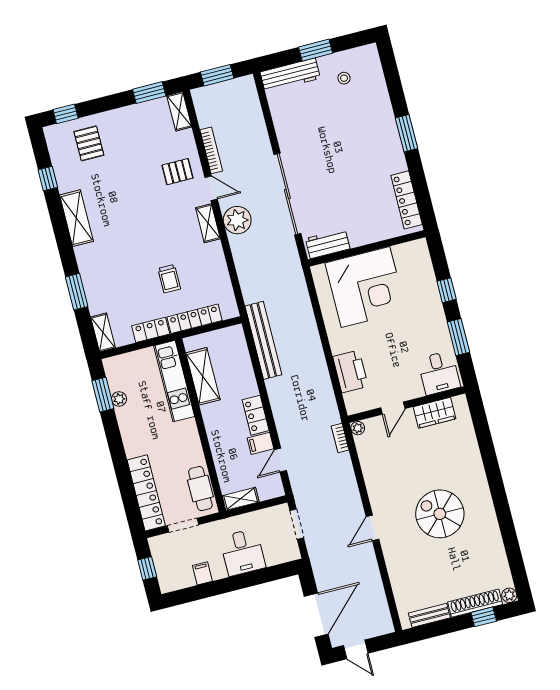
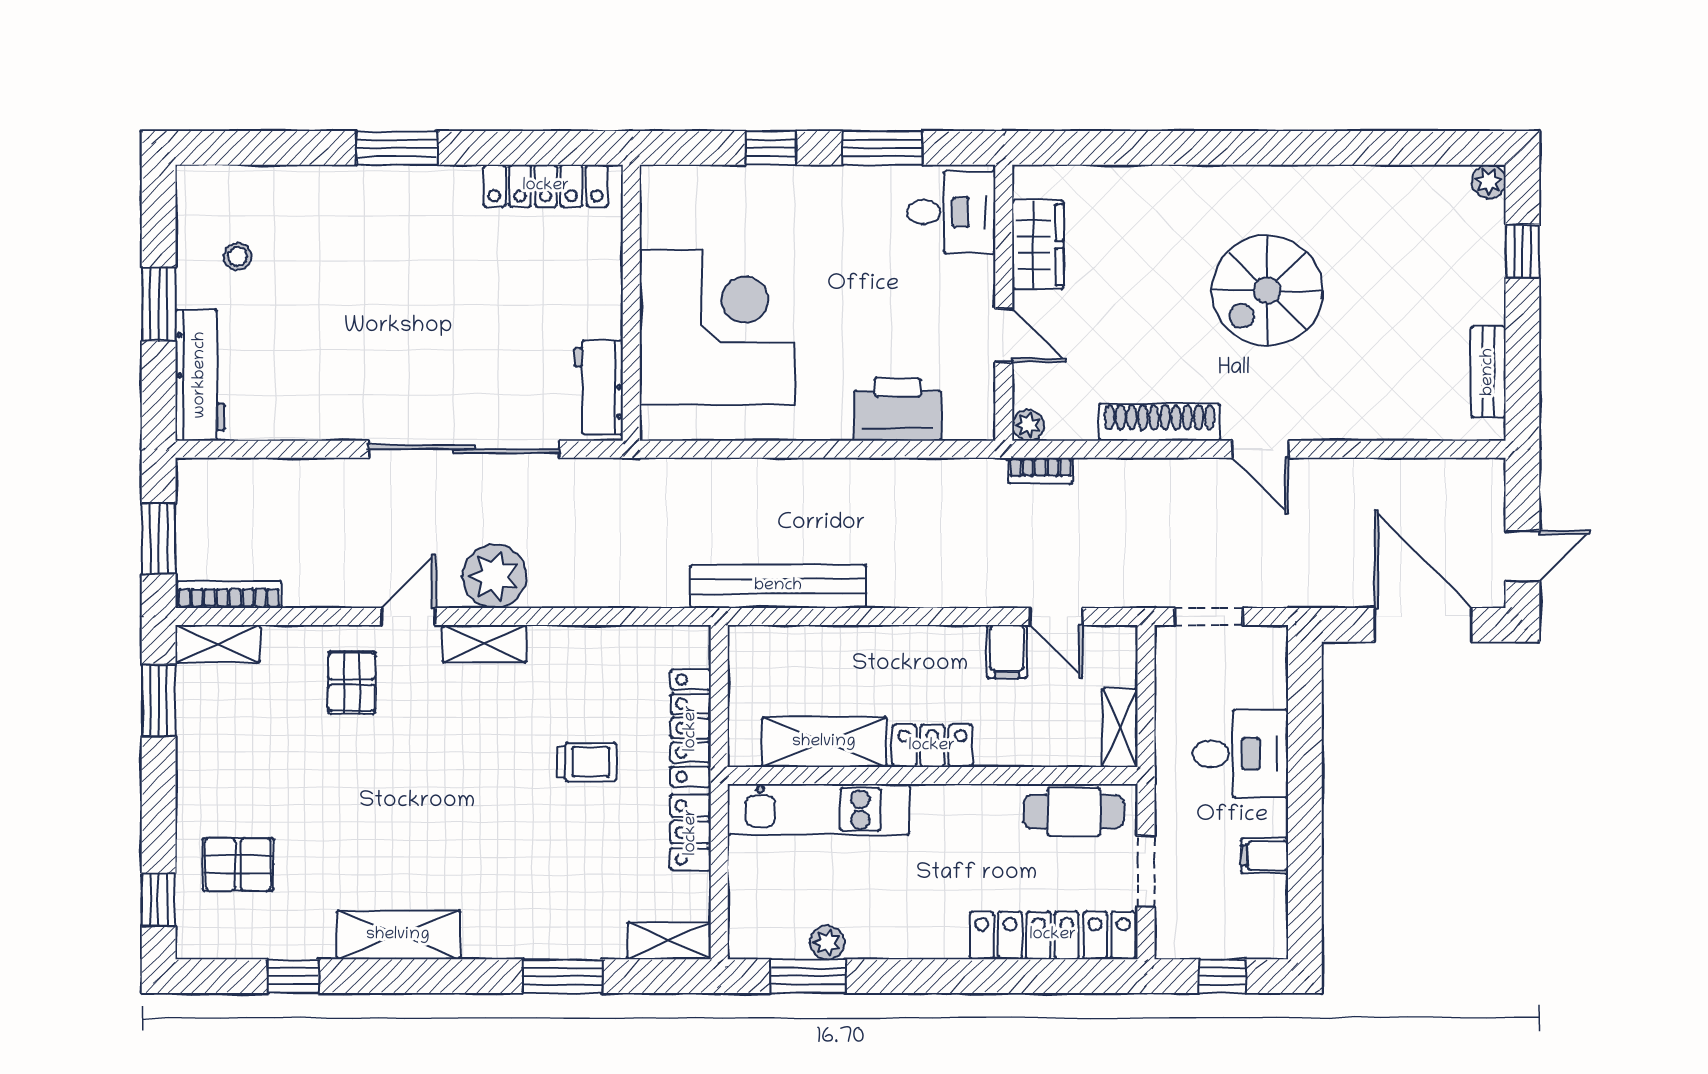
bookcase: (211, 150) -> (229, 595), moved
locker: (256, 415) -> (932, 746), moved, turned 180
shoe rack: (475, 603) -> (1159, 422), moved, turned 90

